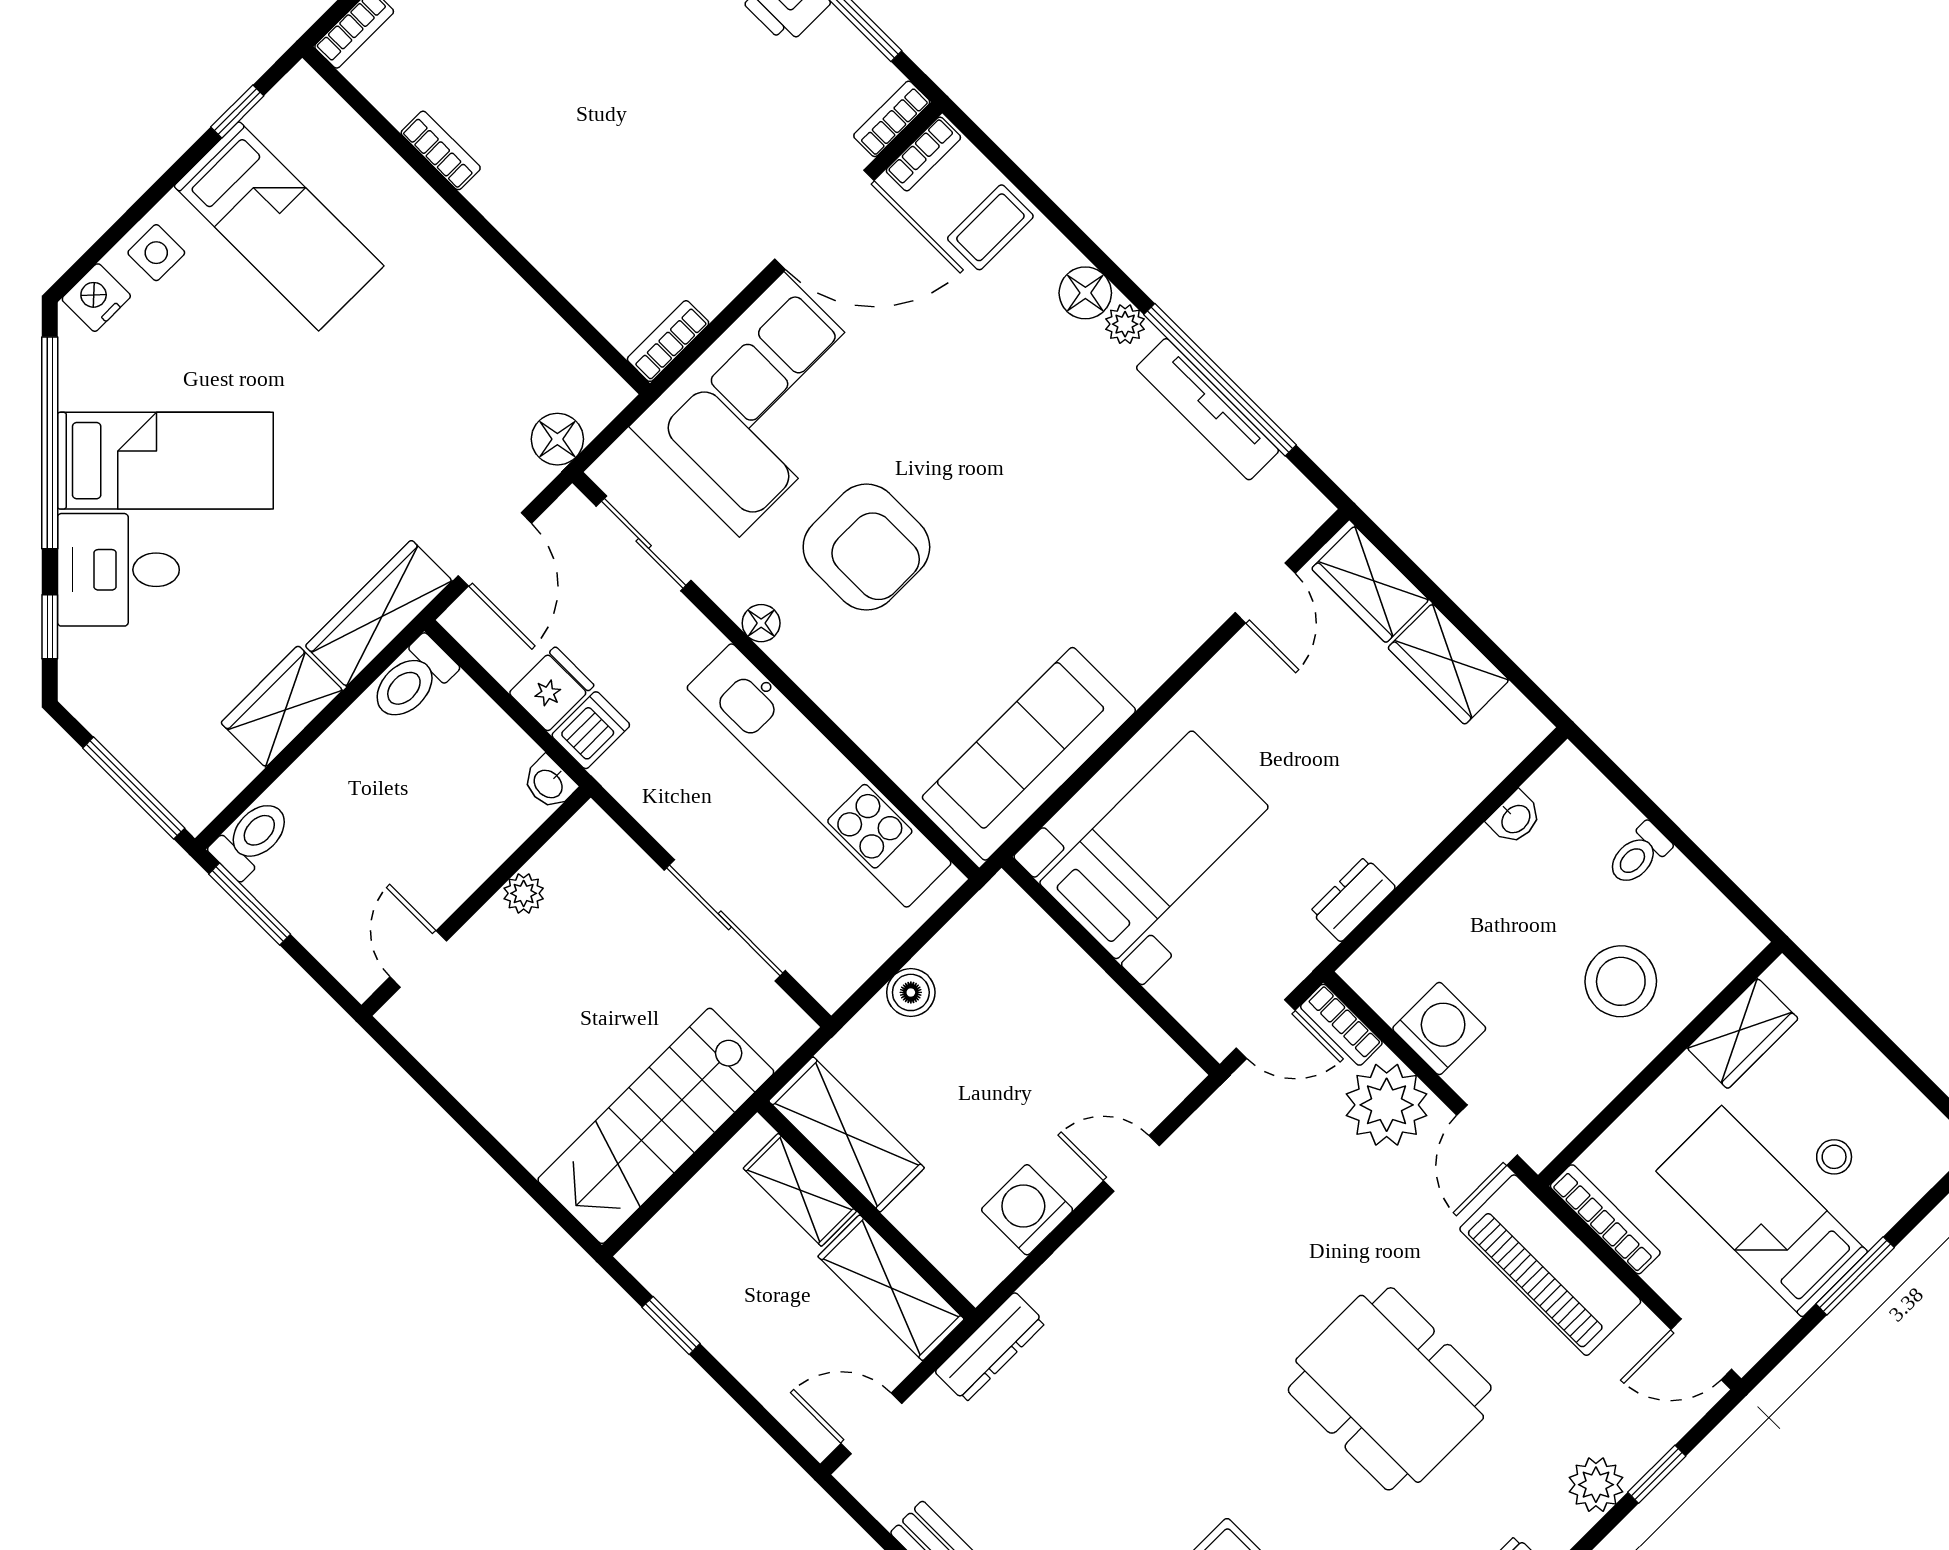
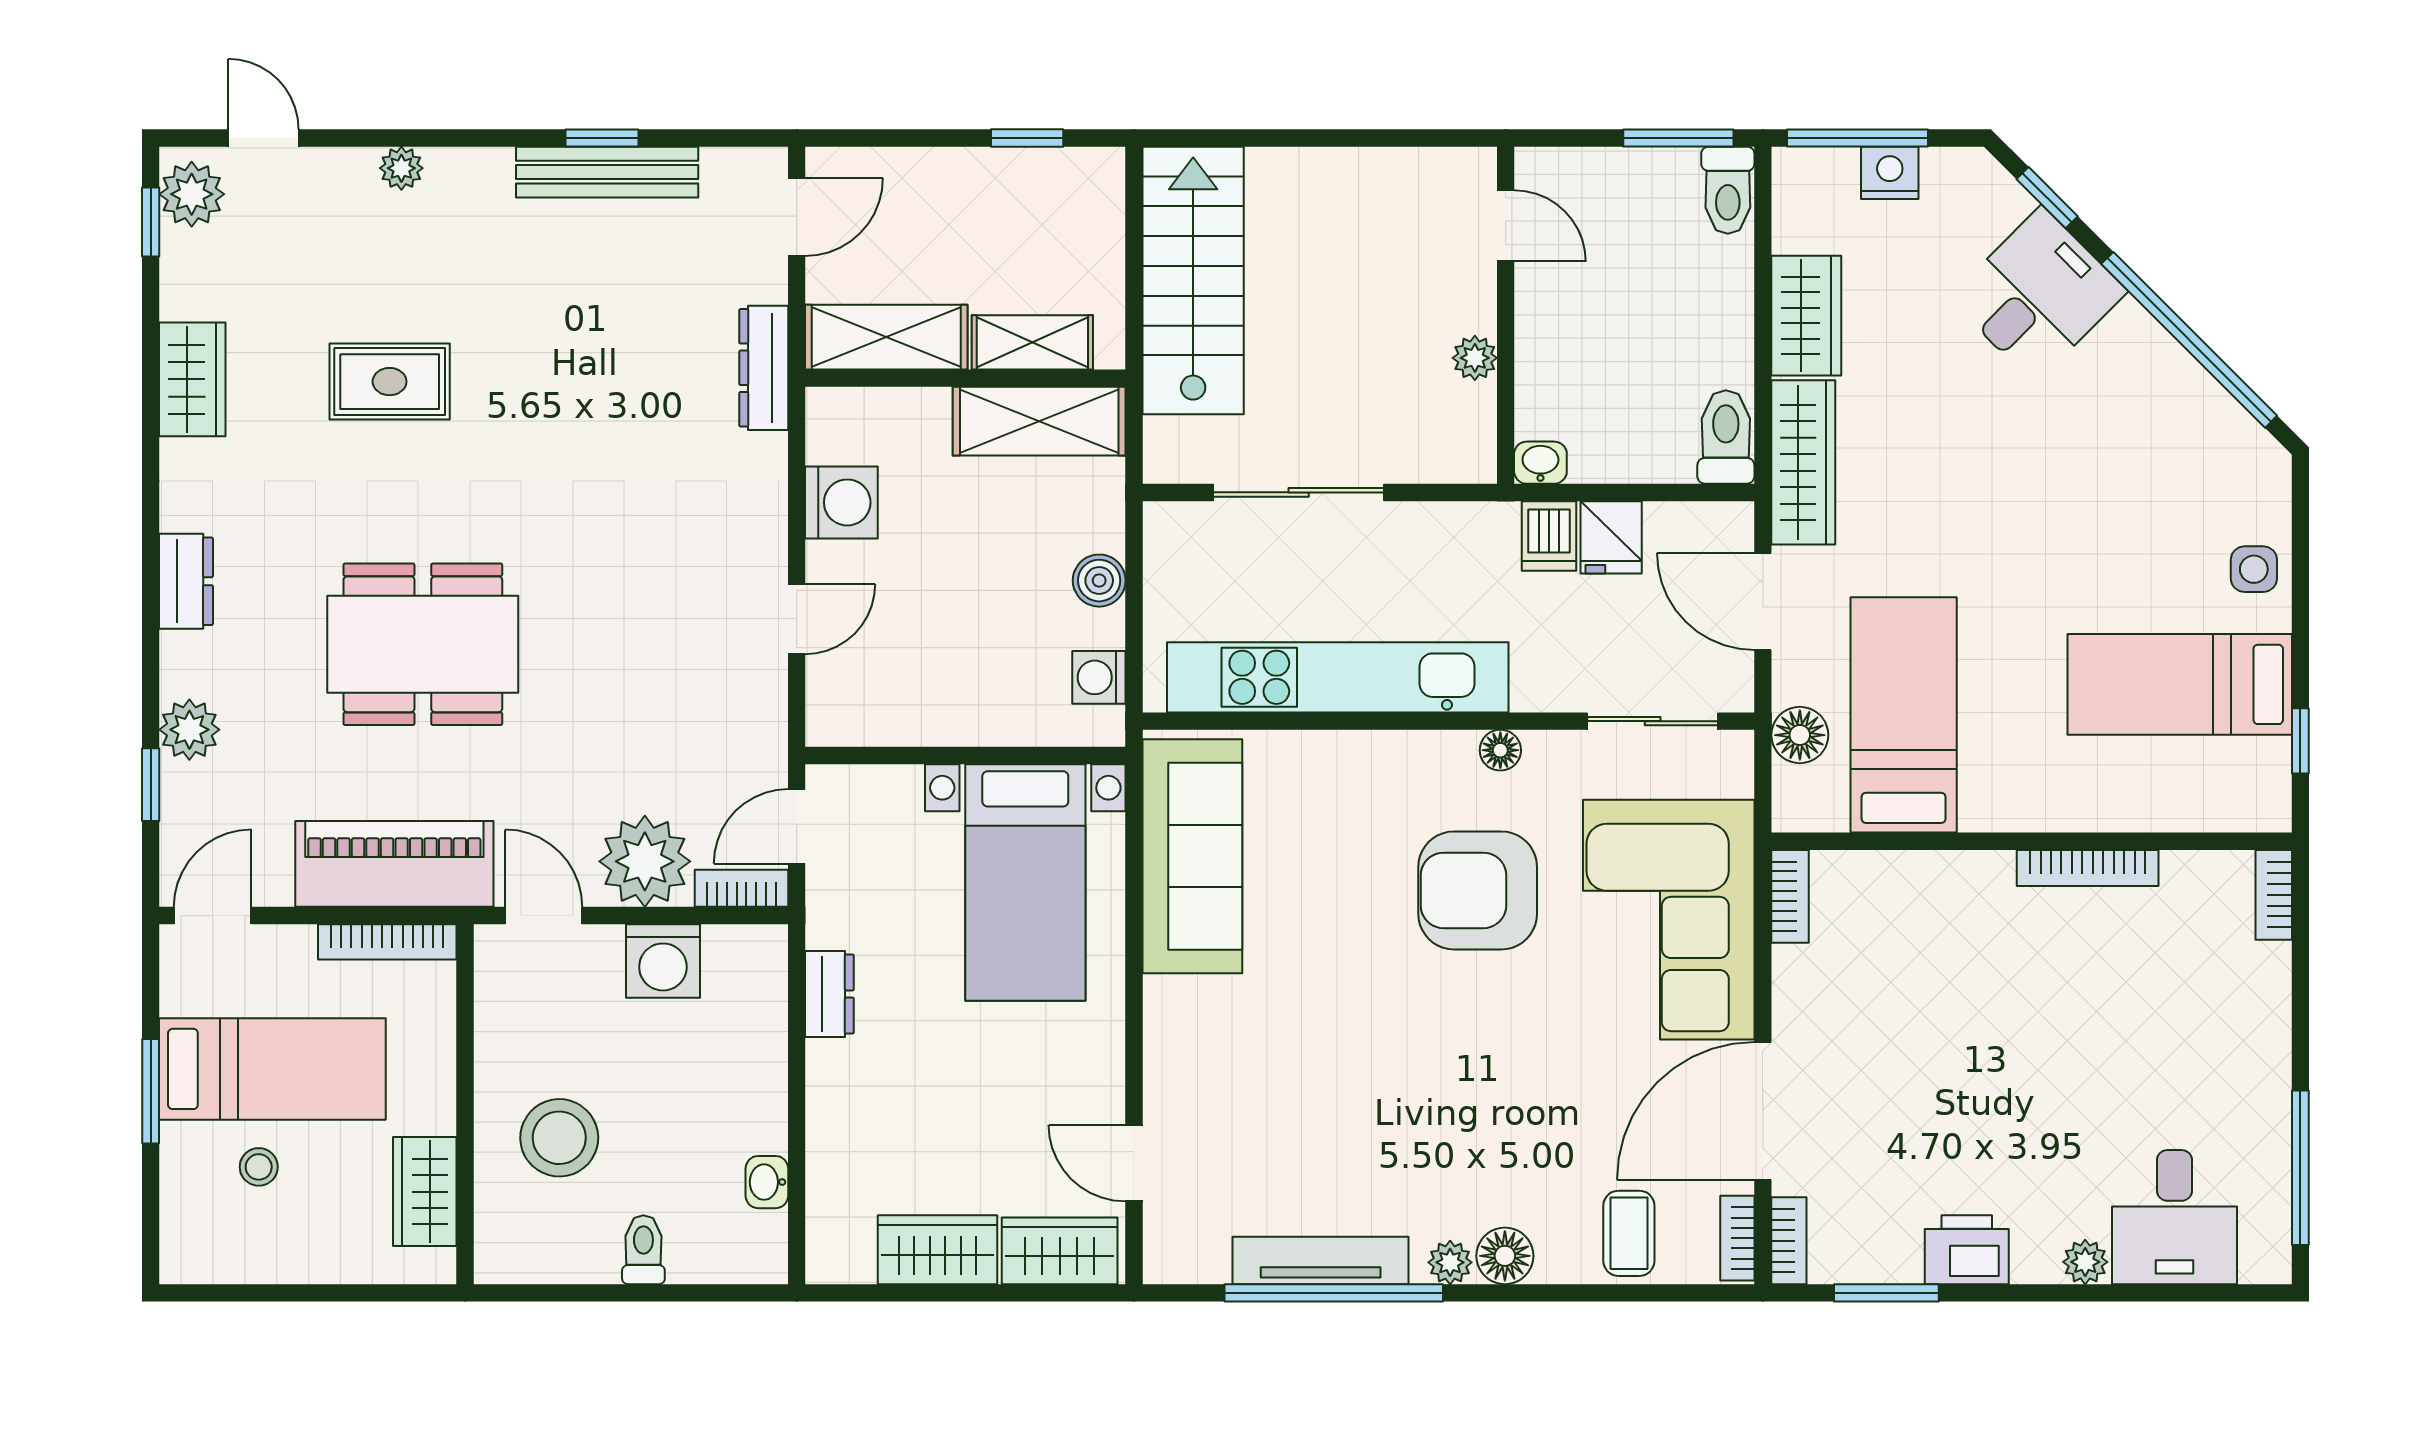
bookcase: (441, 150) -> (2088, 868), width x1.56
nightstand: (96, 298) -> (1890, 173), moved, turned -90
bed: (165, 461) -> (1904, 715), moved, turned 135
washing machine: (974, 930) -> (1099, 677), added

